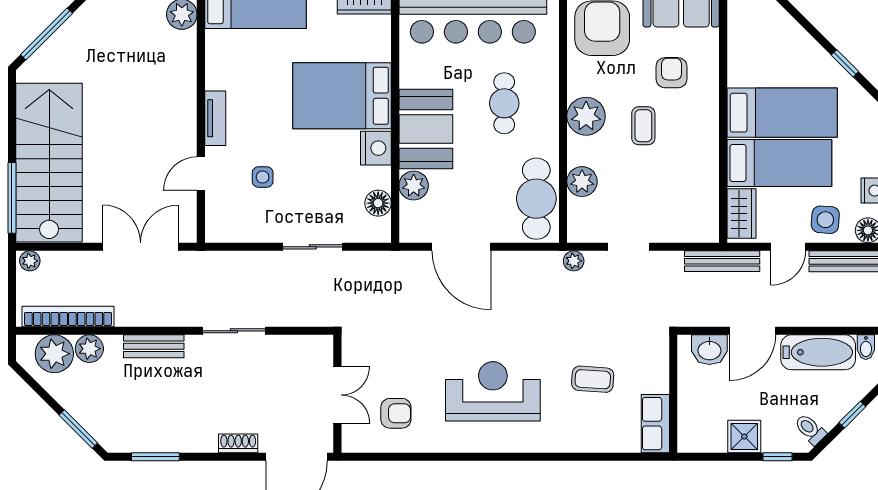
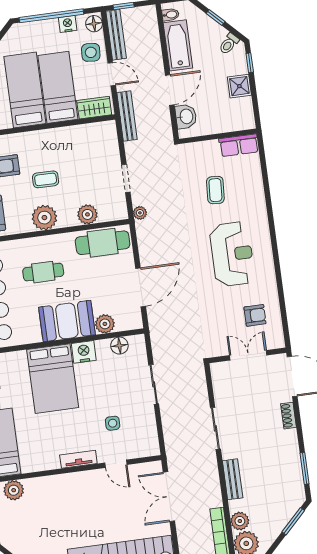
door: (753, 331) -> (170, 90), hinge flipped
reception desk: (493, 391) -> (232, 254), turned 180
armchair: (396, 413) -> (255, 315), turned 90

